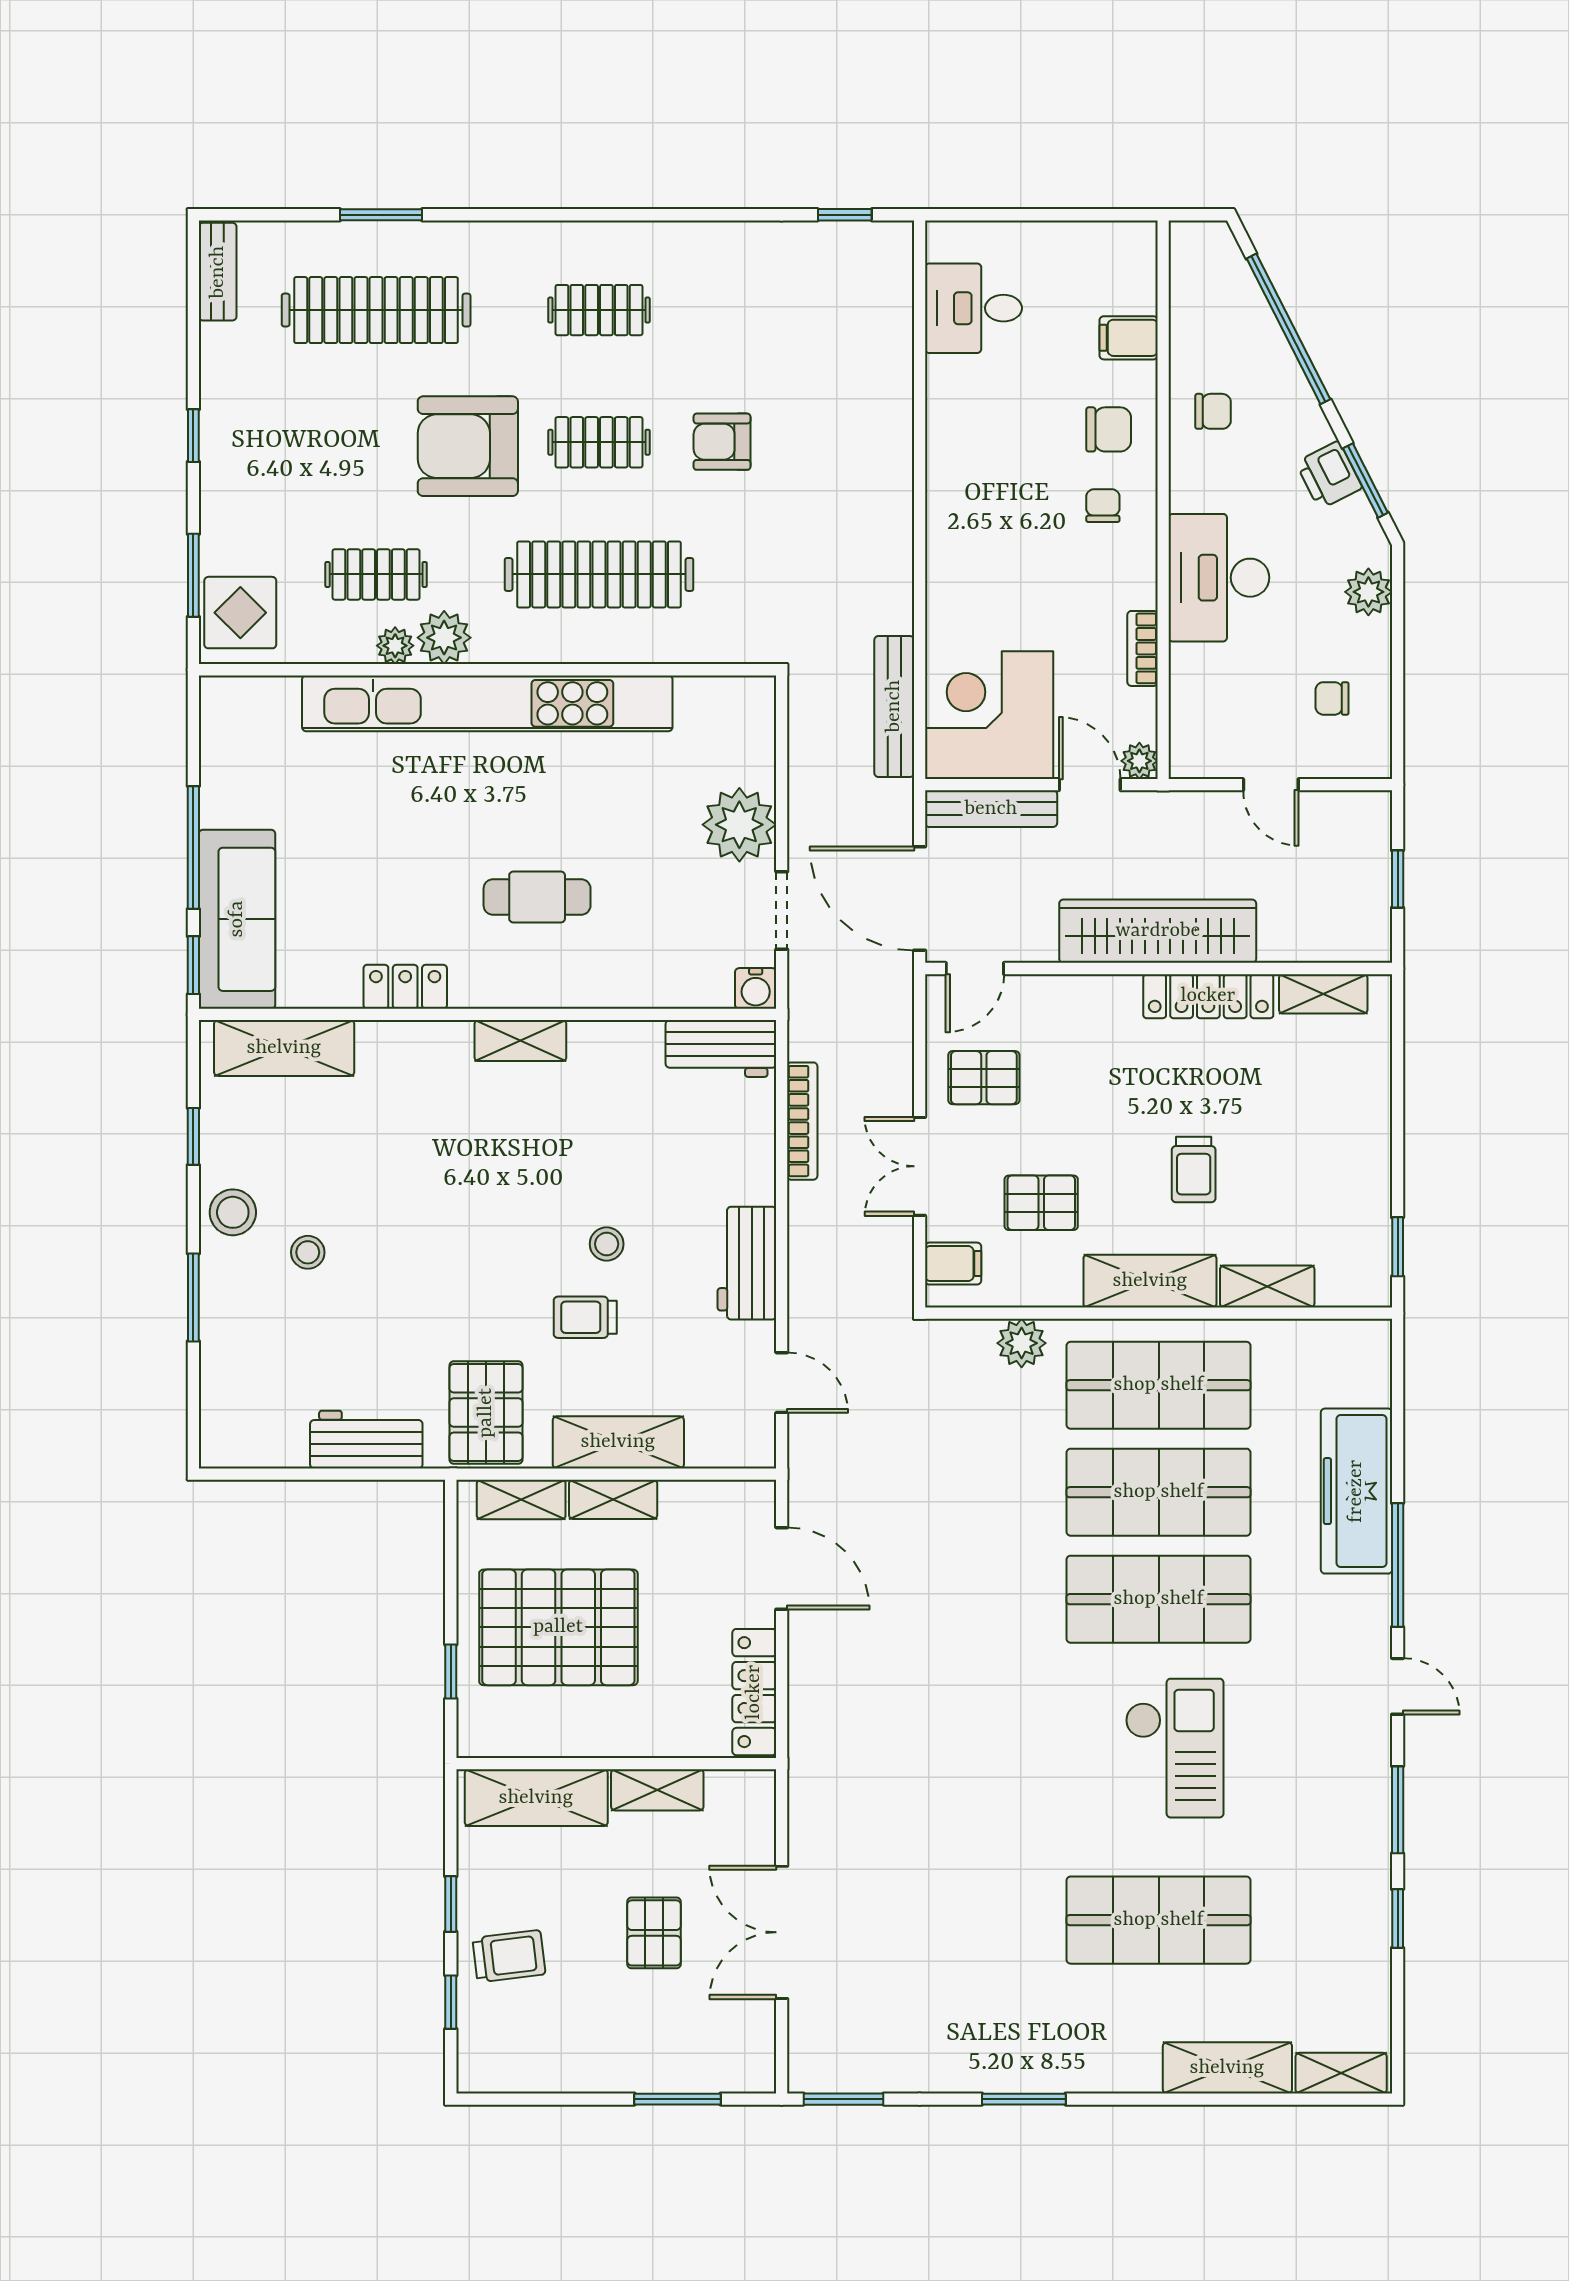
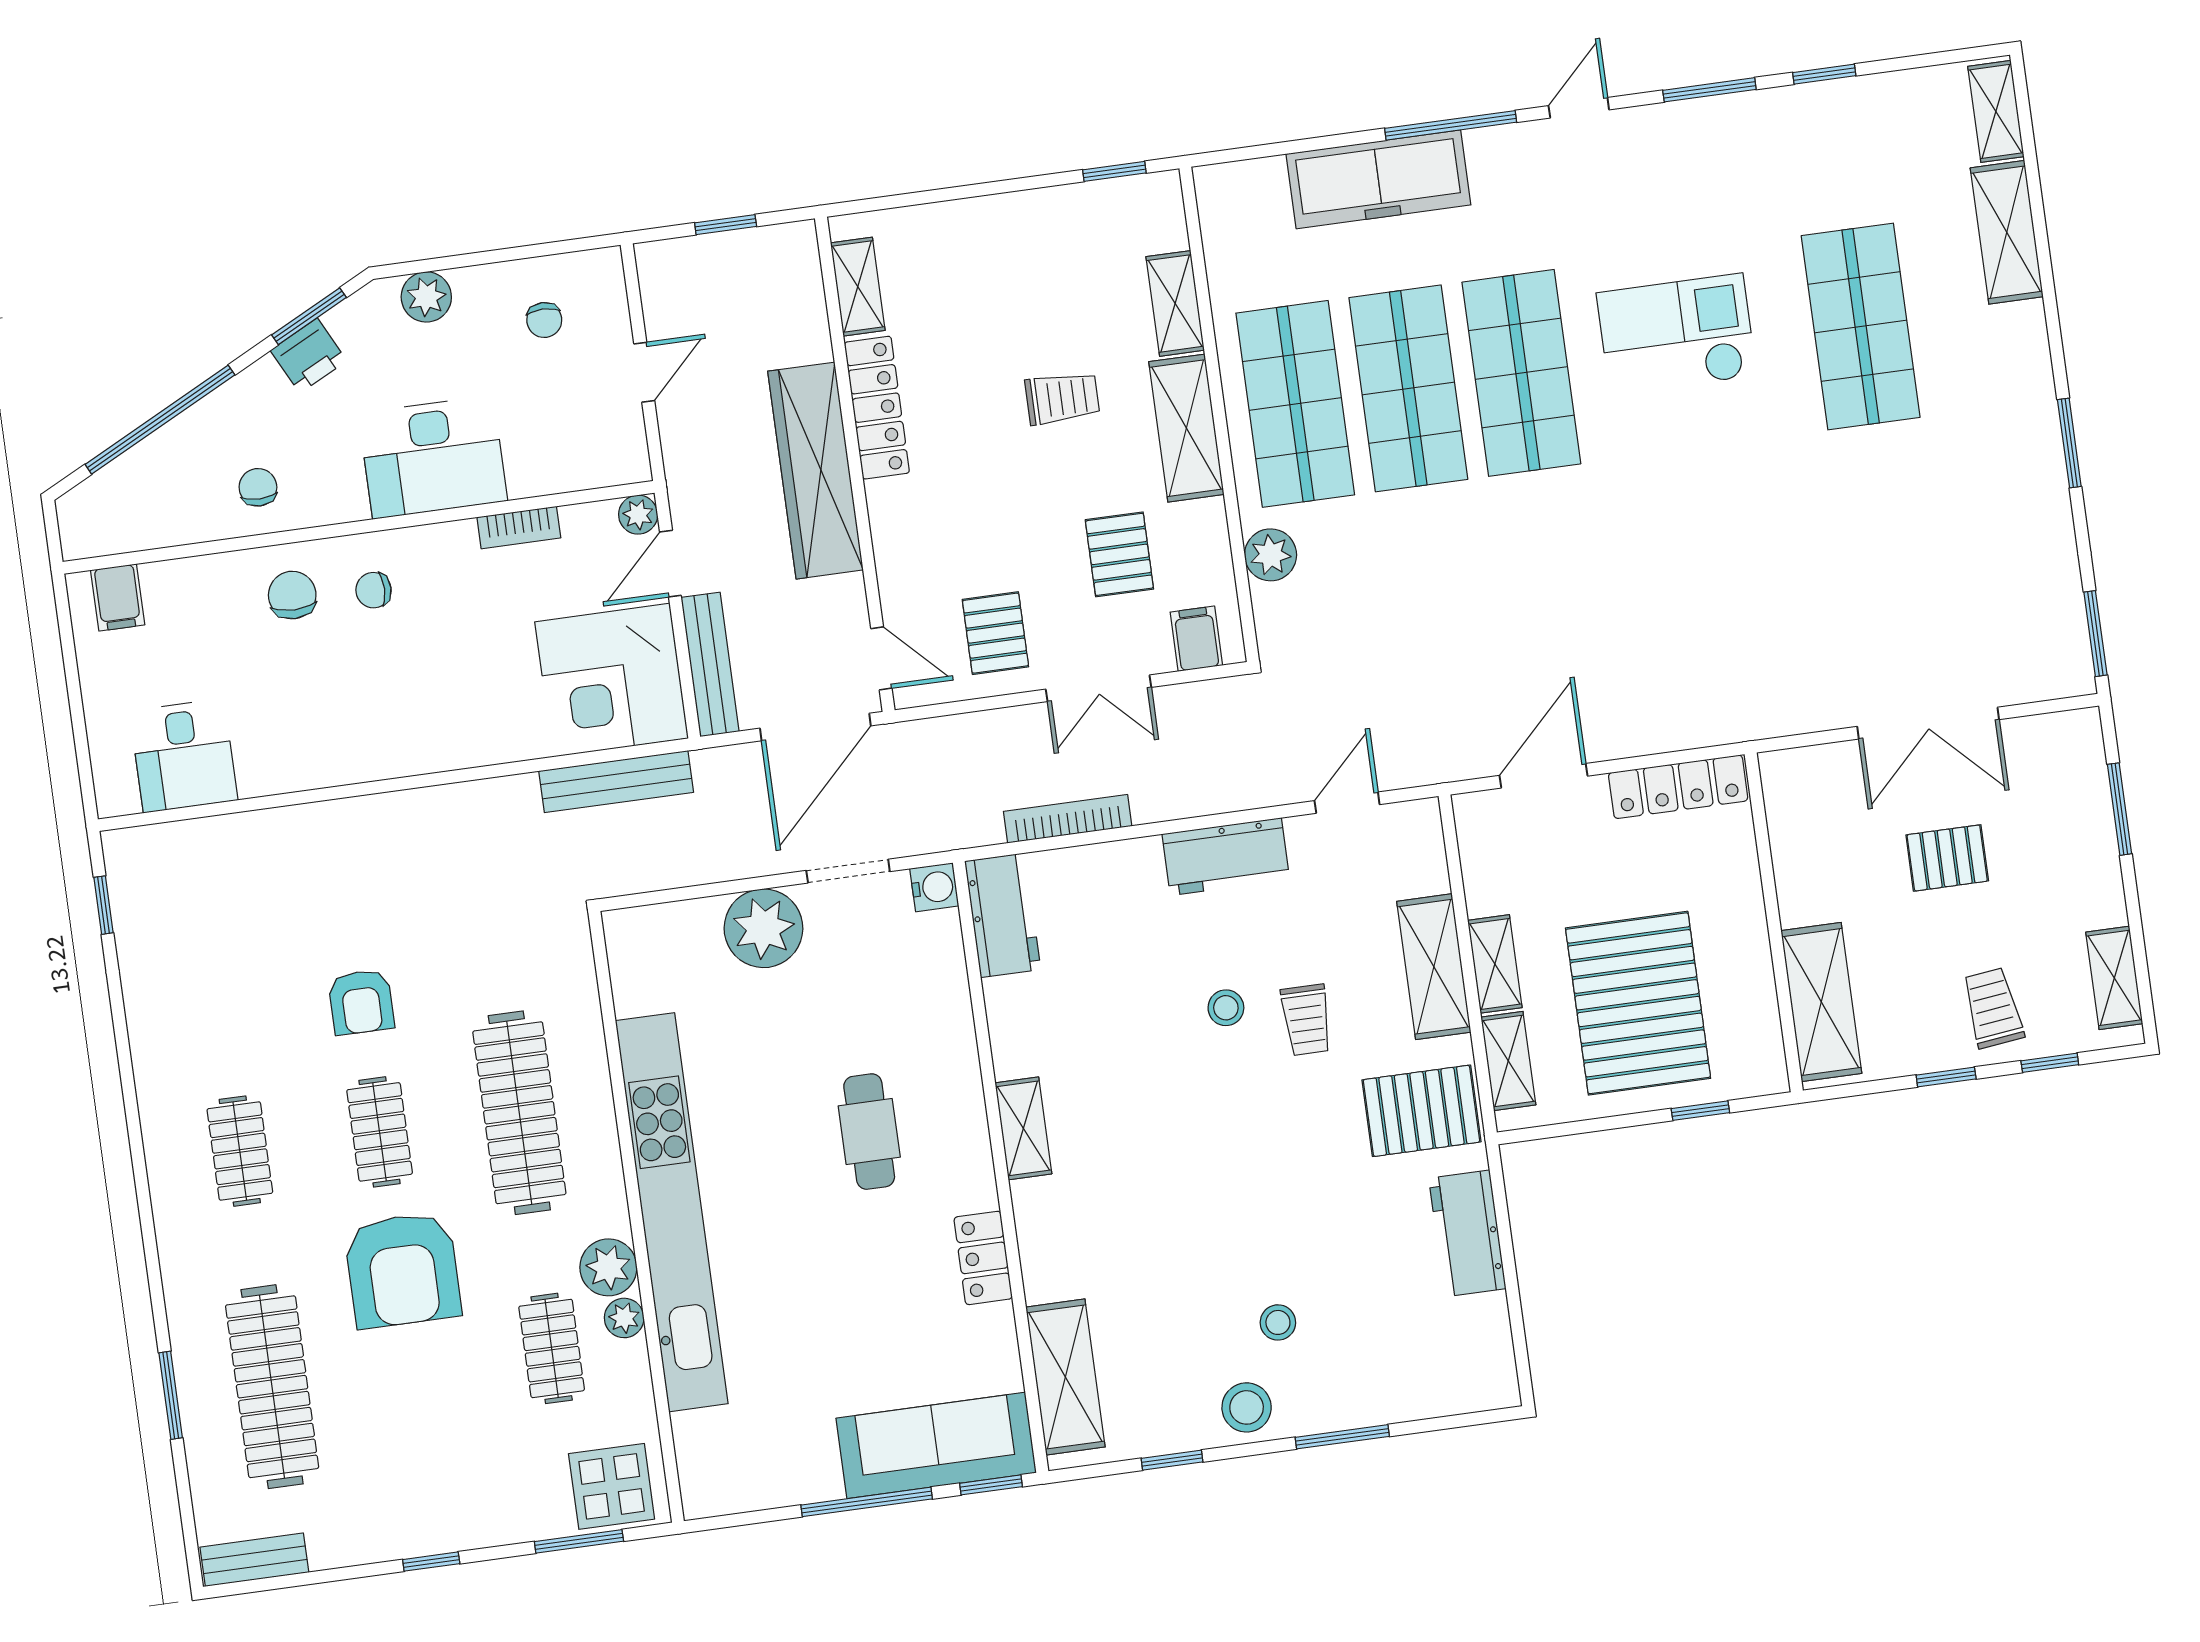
filing cabinet: (1129, 338) -> (118, 597), moved
shelving: (657, 1790) -> (2114, 978), moved

